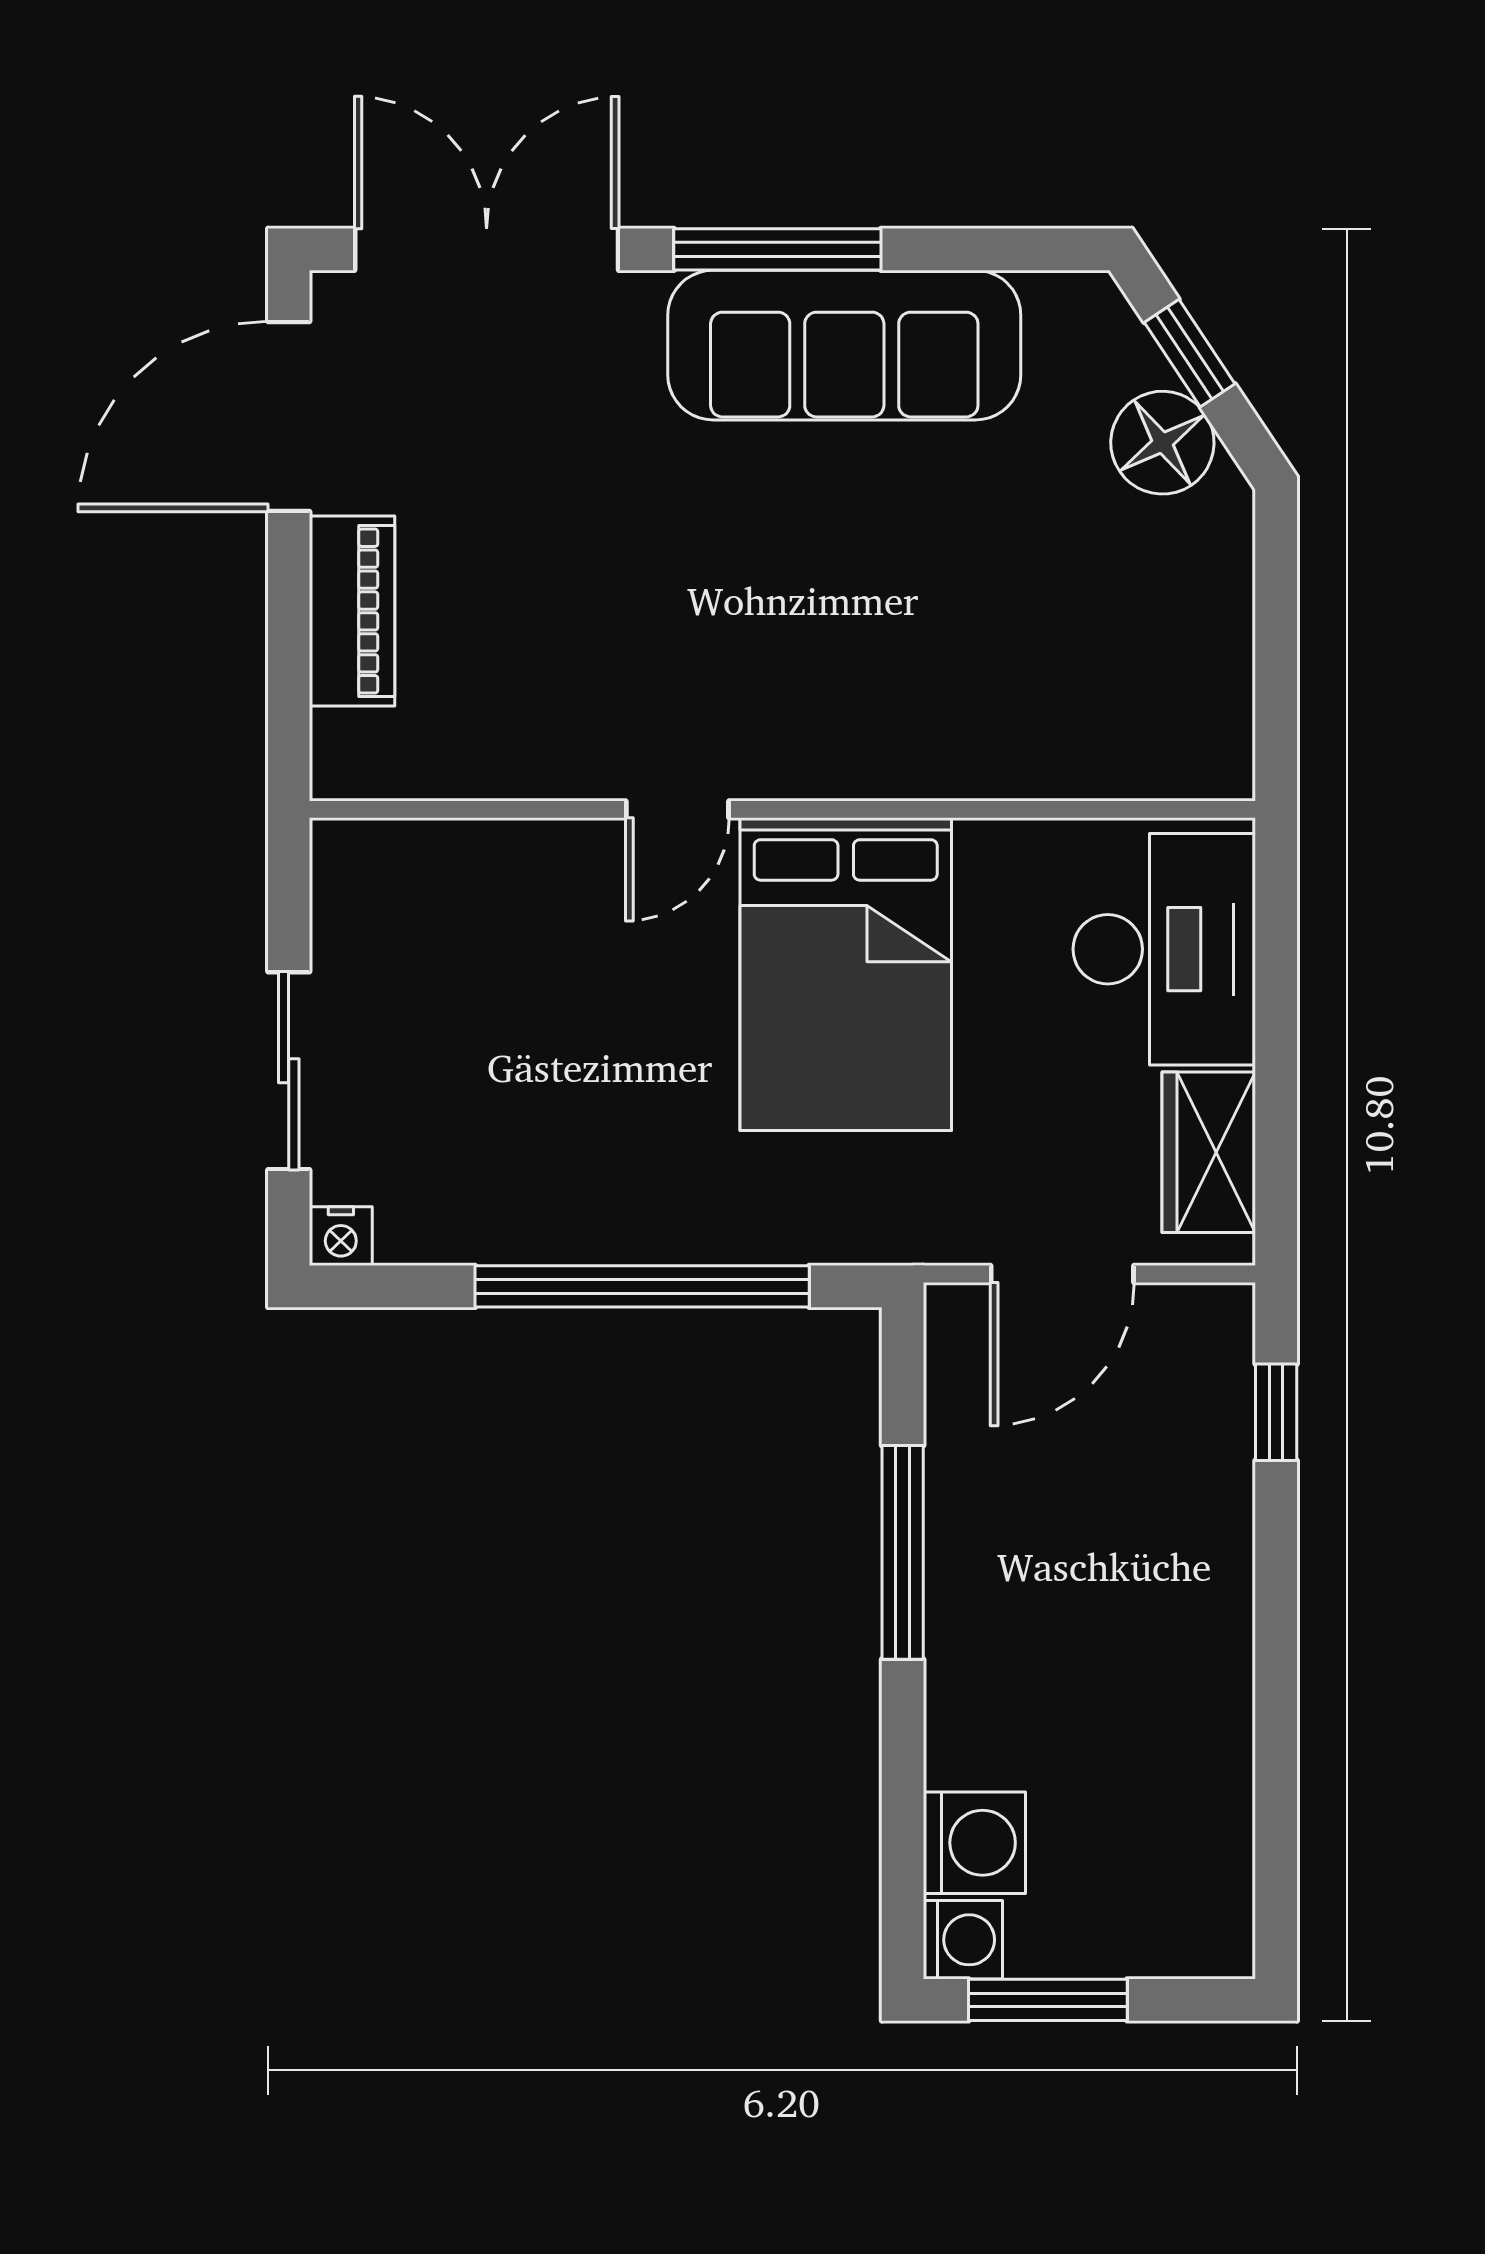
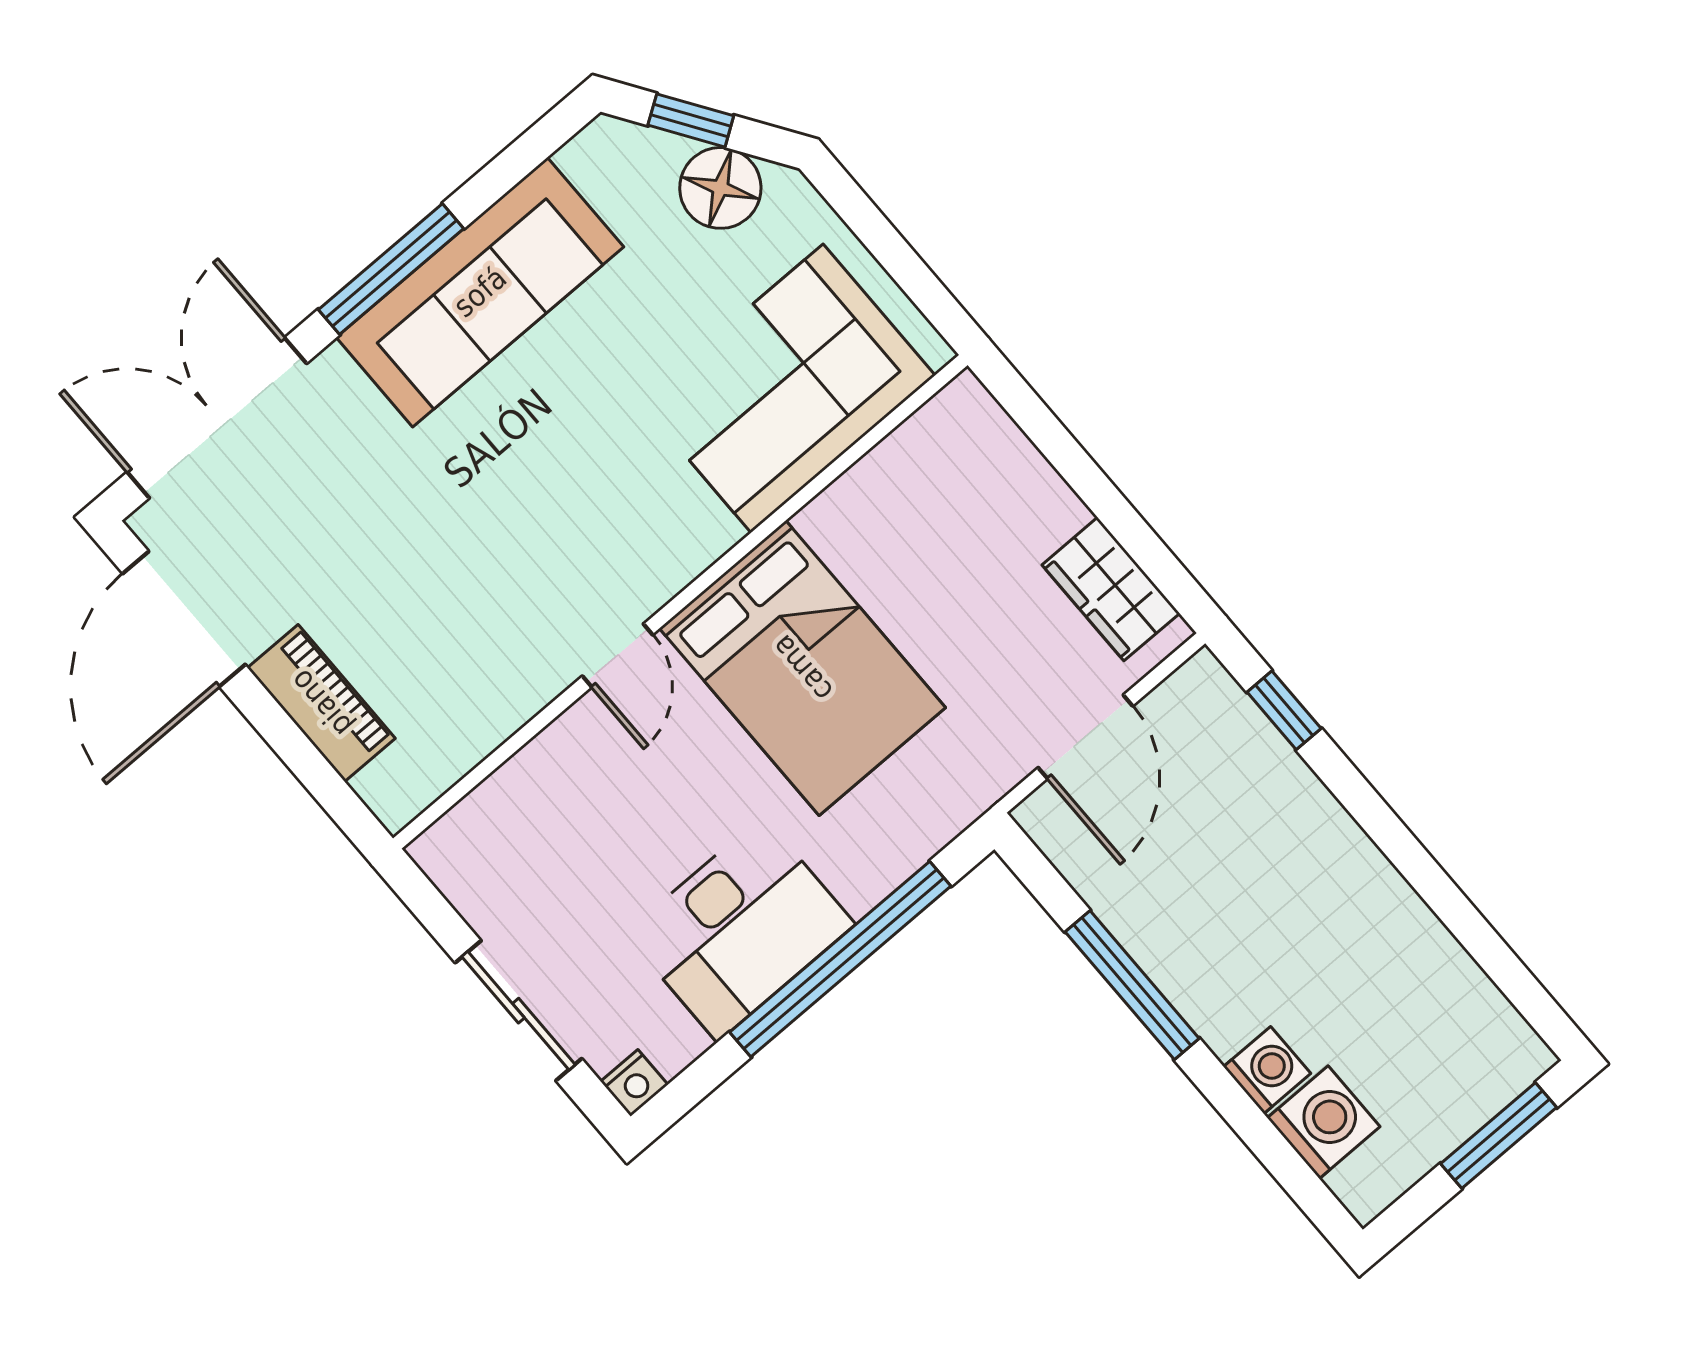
corner sofa: (1062, 691) -> (787, 388), added
desk: (1164, 949) -> (740, 929), moved, turned 90
washing machine: (963, 1940) -> (1267, 1070), moved
window: (1048, 2000) -> (1499, 1135), moved

